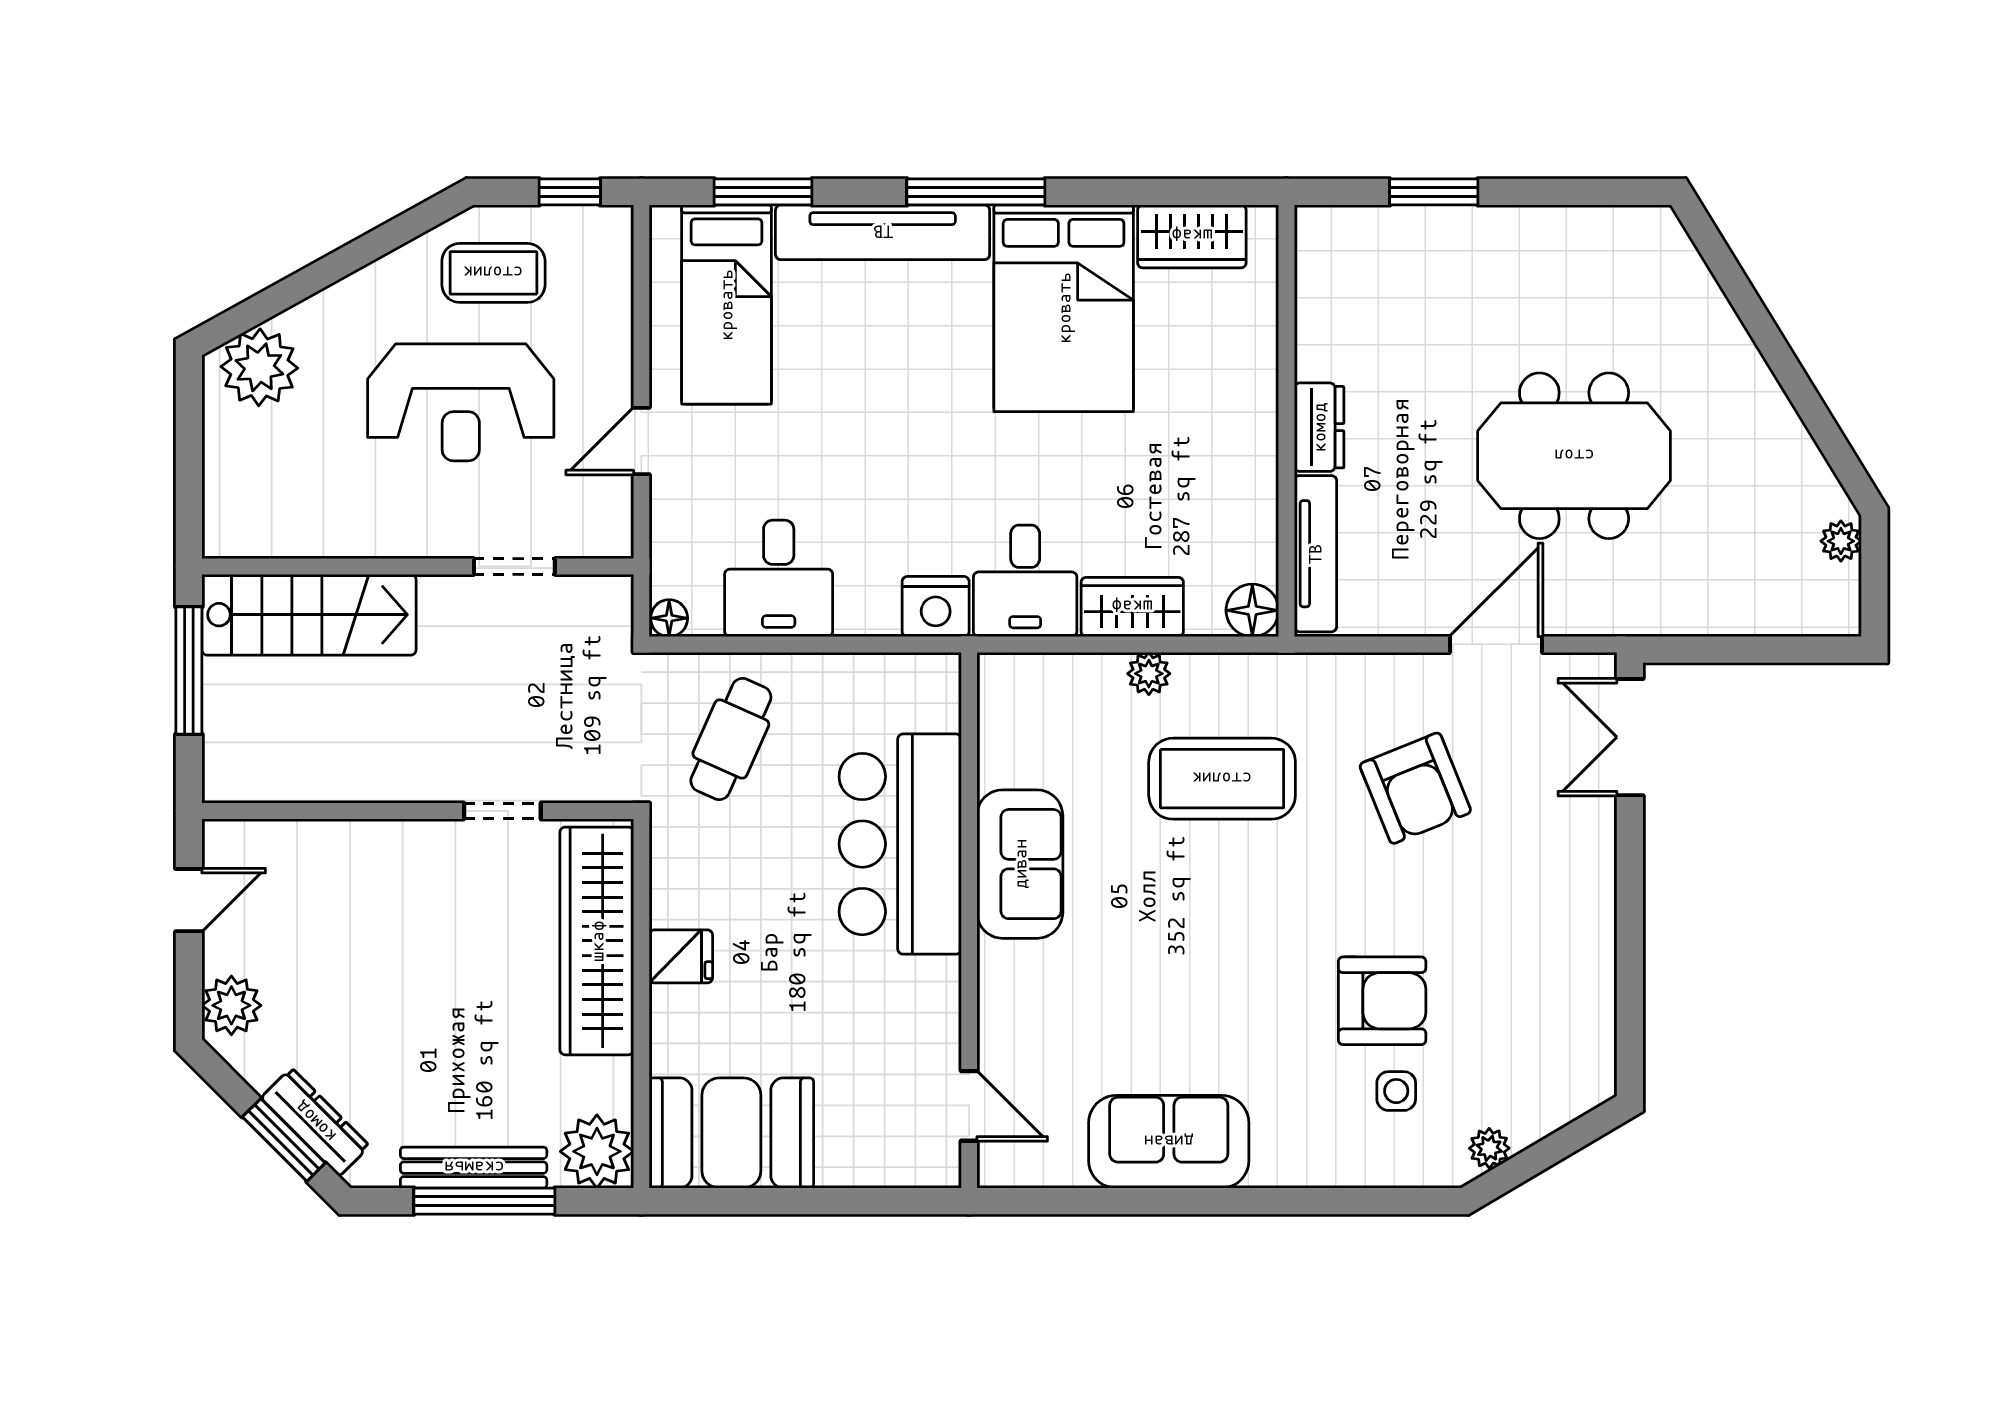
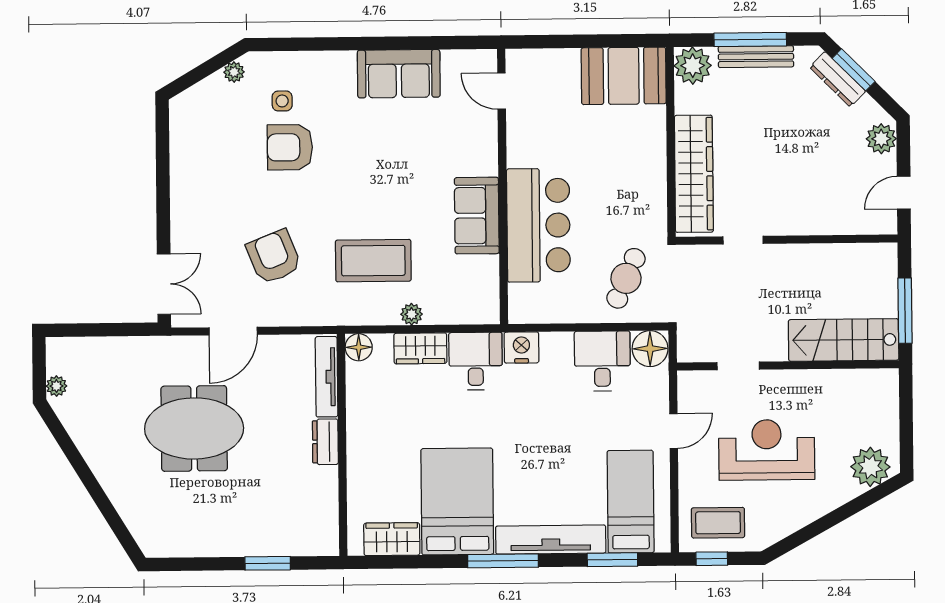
coffee table: (493, 273) -> (718, 523), moved
floor lamp: (669, 618) -> (650, 349), width x1.89, depth x1.89
fridge: (681, 956) -> (651, 166), removed

